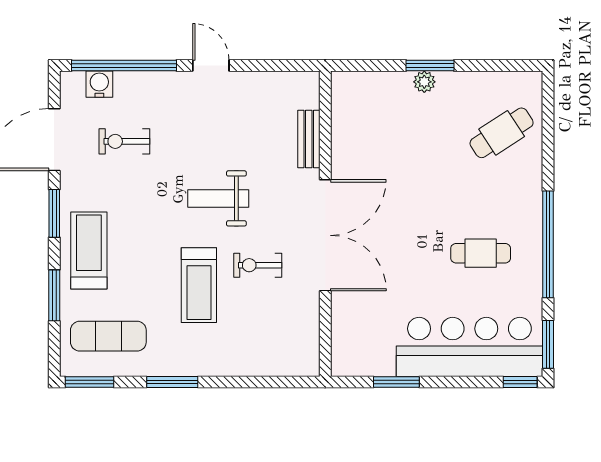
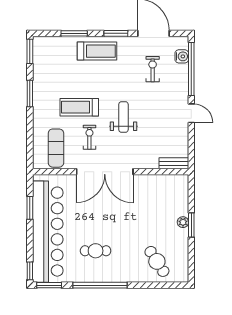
door: (211, 66) -> (191, 113), hinge flipped
bench: (309, 139) -> (174, 163), moved
cafe table: (481, 253) -> (96, 251), turned 90
exercise mat: (108, 336) -> (56, 148), moved
bar counter: (469, 347) -> (48, 232), width x1.36

